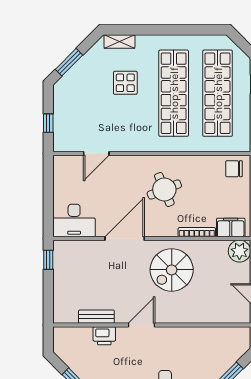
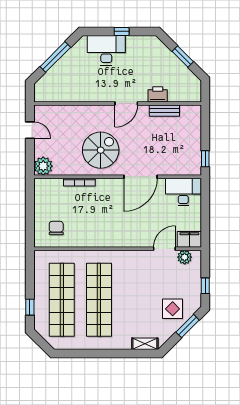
display table: (125, 83) -> (173, 309), moved
window: (48, 123) -> (205, 286), moved
plant: (73, 144) -> (185, 257), added
chair: (234, 169) -> (56, 228), moved, turned -90
round table: (164, 190) -> (107, 218), removed
filing cabinet: (231, 227) -> (189, 239), moved, turned 180

